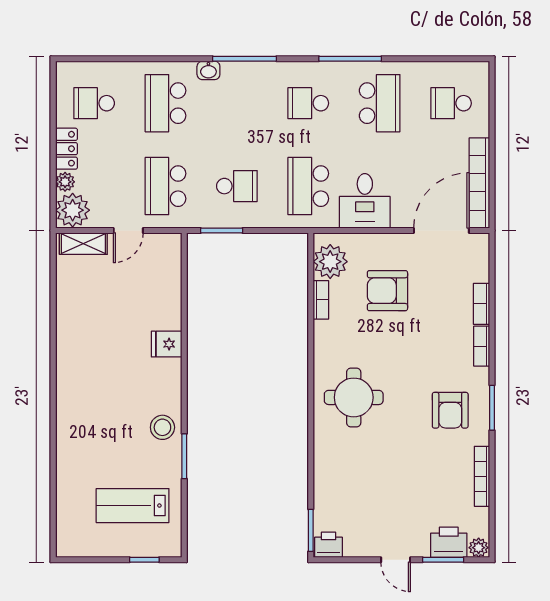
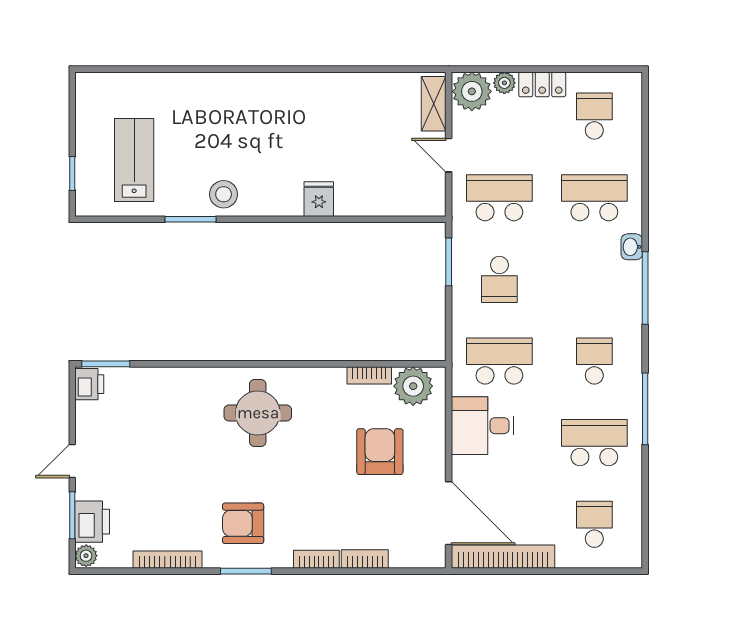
school desk: (380, 103) -> (594, 443), turned 180

